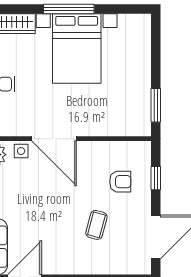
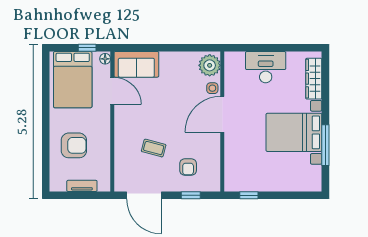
window: (69, 9) -> (325, 145), moved
window: (156, 105) -> (249, 195), width x0.67

